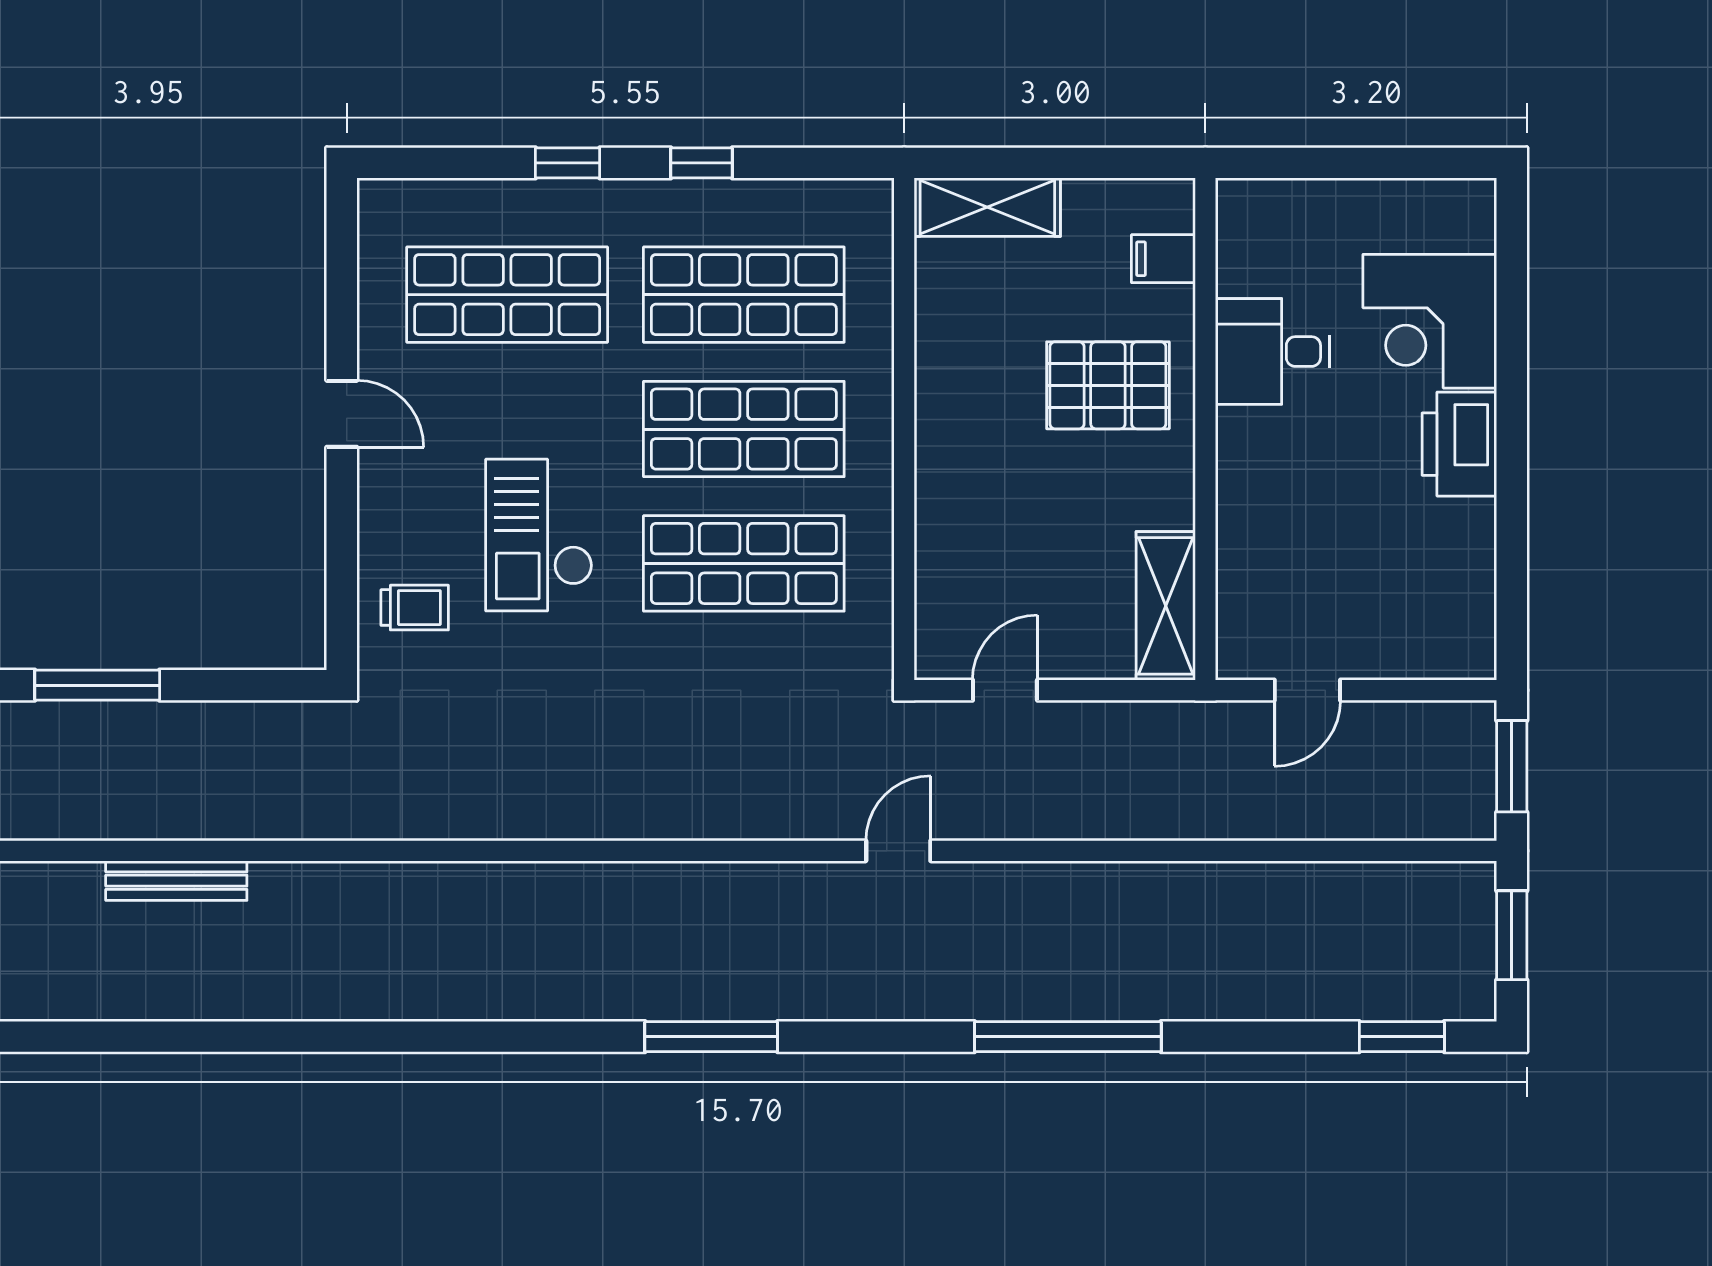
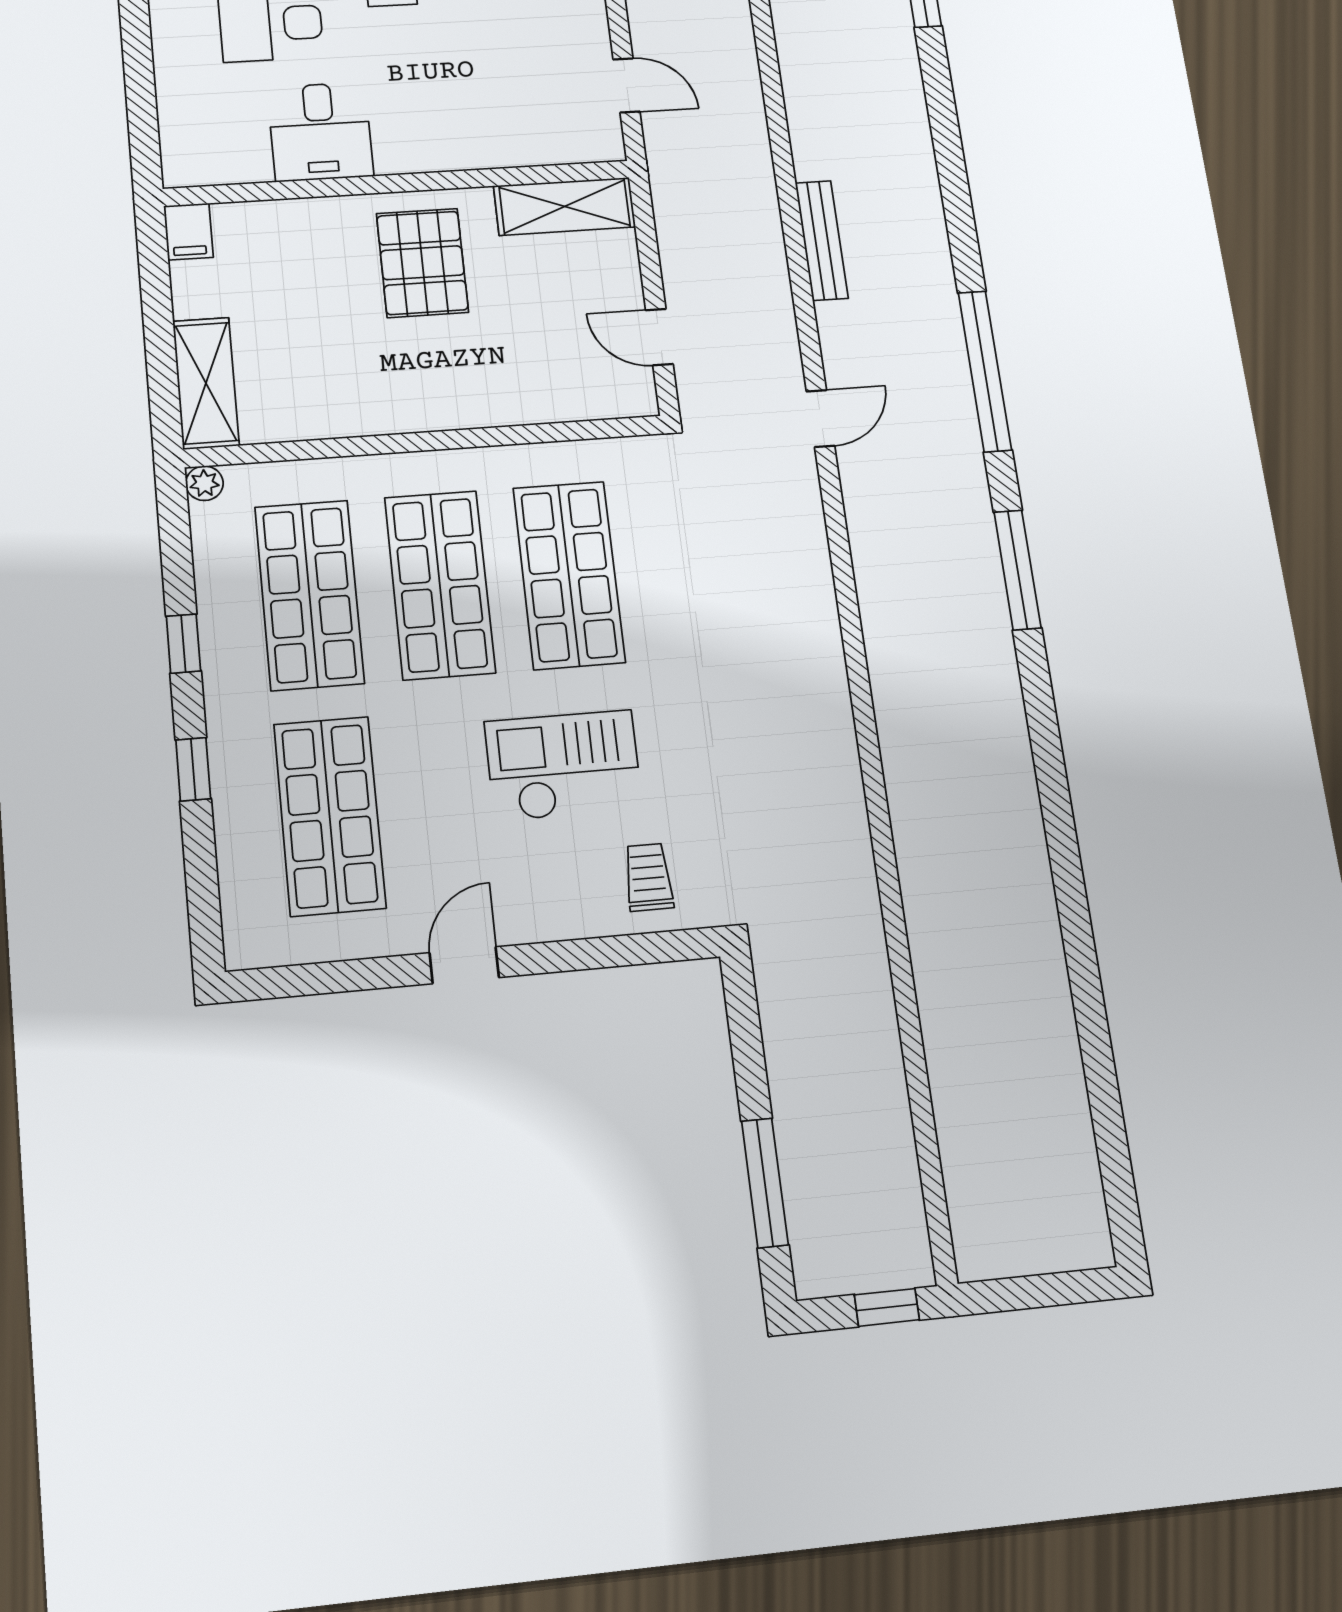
plant: (875, 197) -> (204, 483), added
filing cabinet: (1163, 259) -> (188, 232), moved
pallet: (1108, 385) -> (422, 263), moved
checkout: (539, 535) -> (563, 765), turned 180
door: (898, 851) -> (820, 419), swing flipped
bench: (176, 881) -> (822, 240), moved
window: (1068, 1037) -> (985, 371), moved

